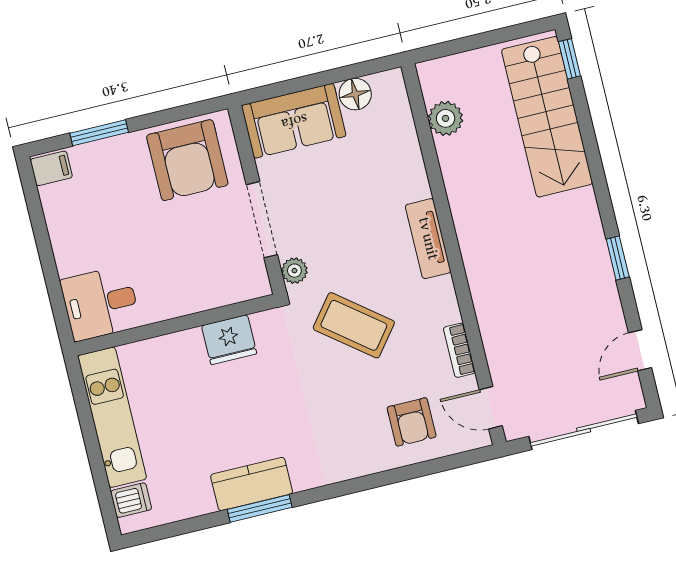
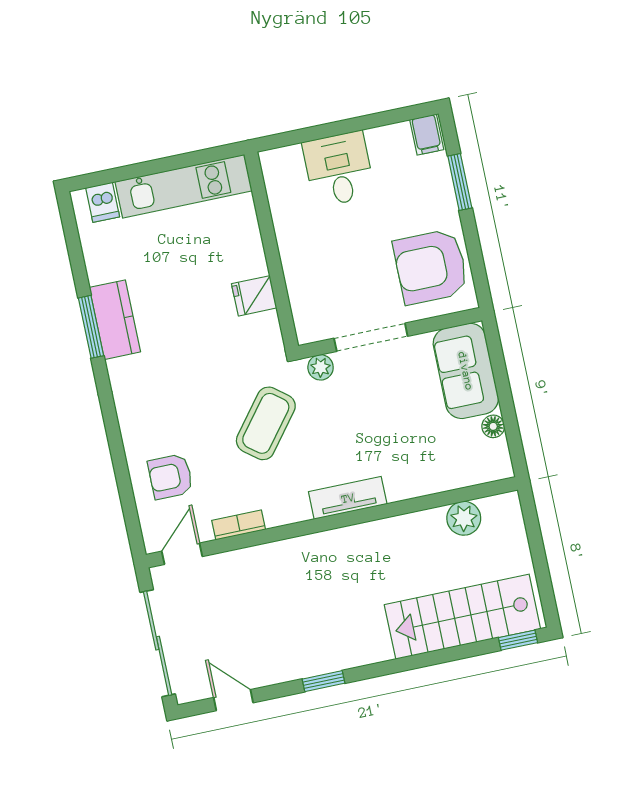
floor lamp: (355, 94) -> (493, 426), width x0.73, depth x0.73
desk: (100, 303) -> (339, 169), moved
fridge: (229, 340) -> (254, 296), width x0.72

